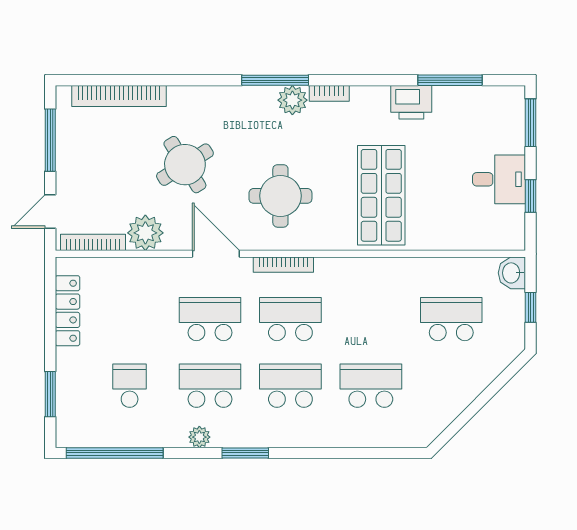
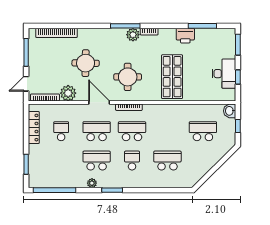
round table: (185, 165) -> (86, 63), turned 33
desk: (499, 179) -> (224, 74), width x1.37
school desk: (130, 386) -> (61, 131), moved
school desk: (290, 386) -> (132, 161), width x0.54

